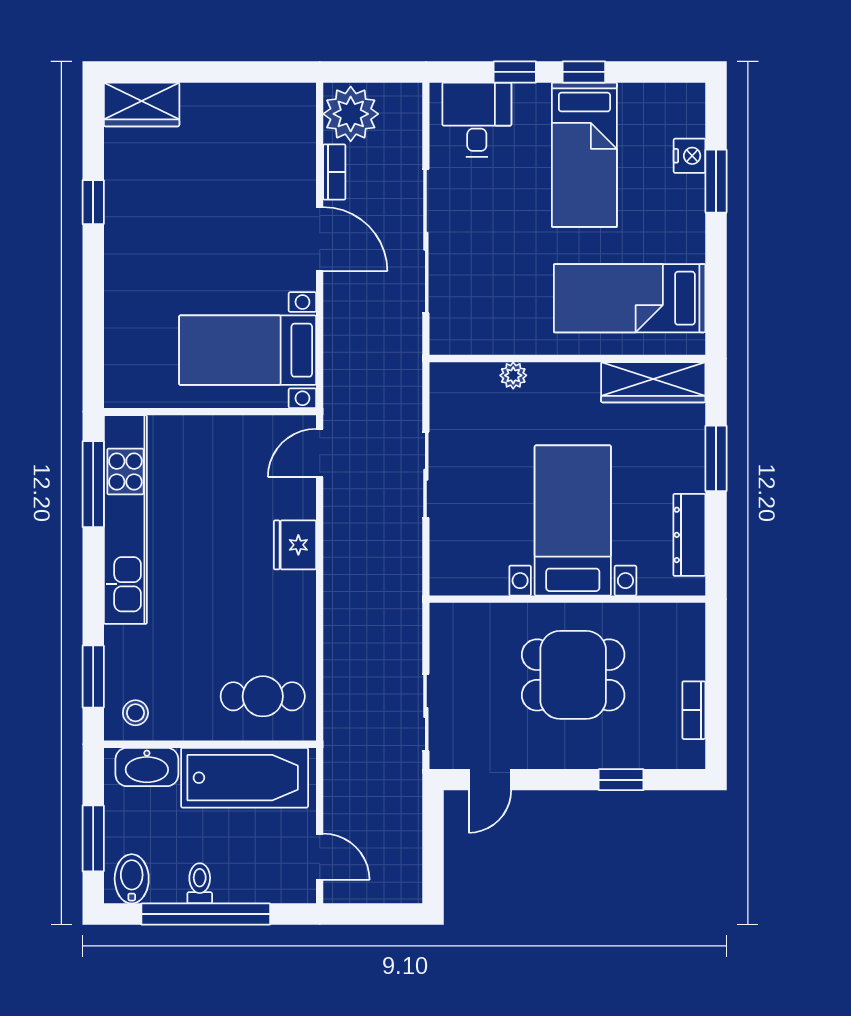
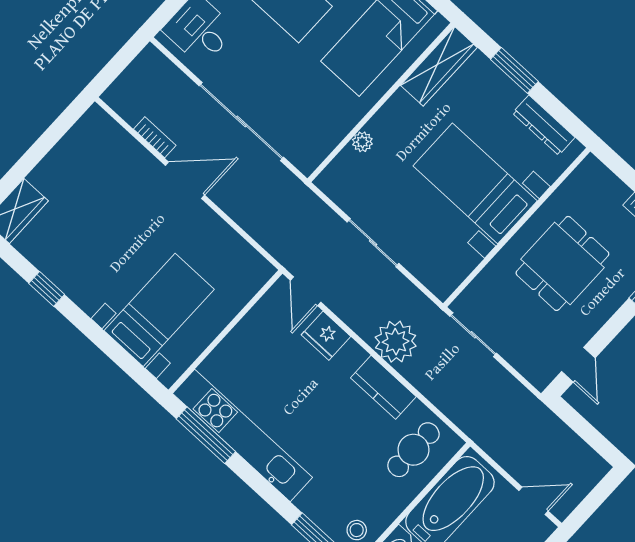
plant: (351, 114) -> (396, 342), moved
bed with nightstands: (248, 350) -> (159, 310), moved, turned 180
fridge: (295, 545) -> (326, 336), moved
kitchen counter: (296, 612) -> (383, 387), added
sliding door: (426, 712) -> (473, 335), moved

